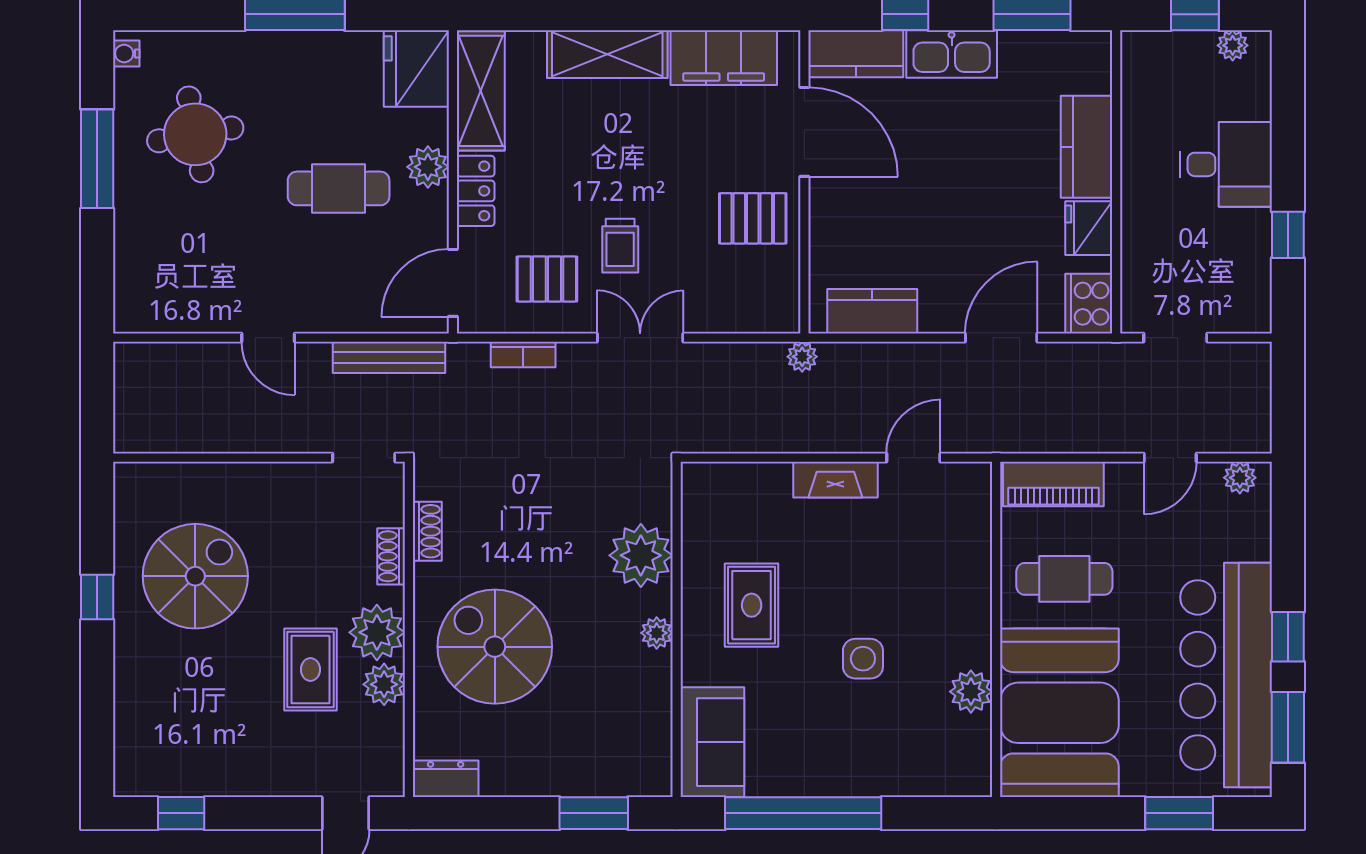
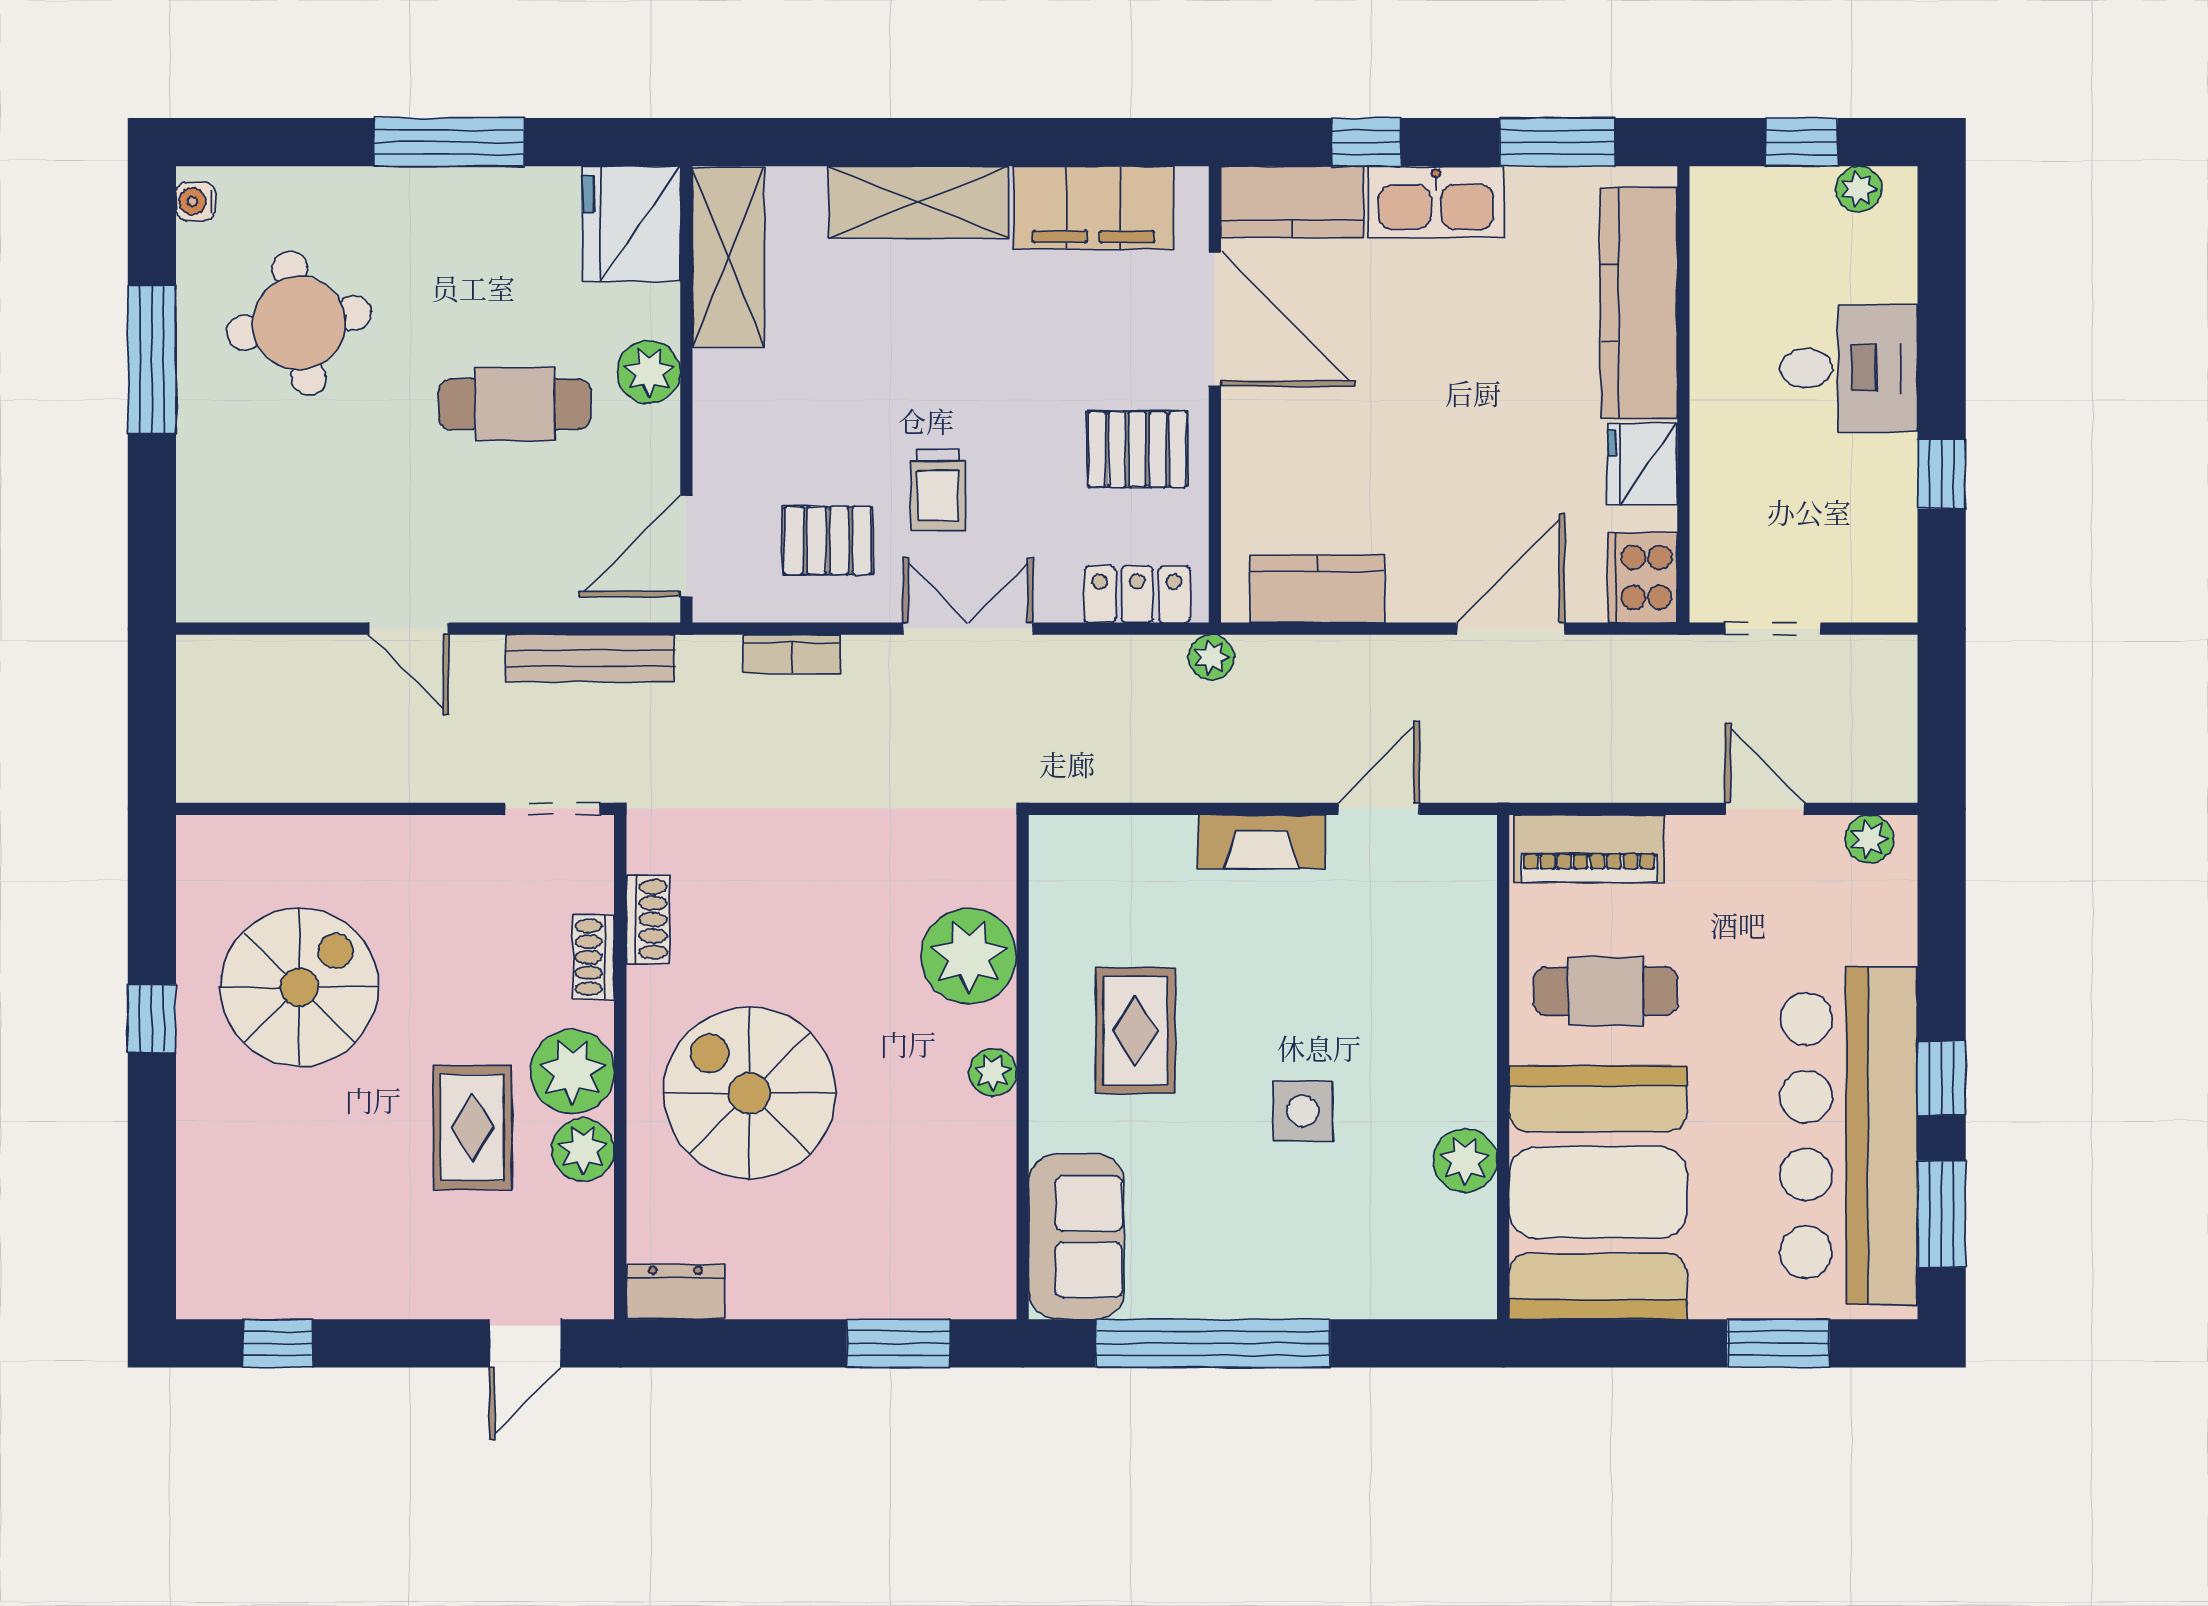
kitchen counter: (1086, 147) -> (1639, 303), width x1.50
locker: (476, 191) -> (1137, 594), moved, turned -90
door: (1170, 458) -> (1765, 809), swing flipped

